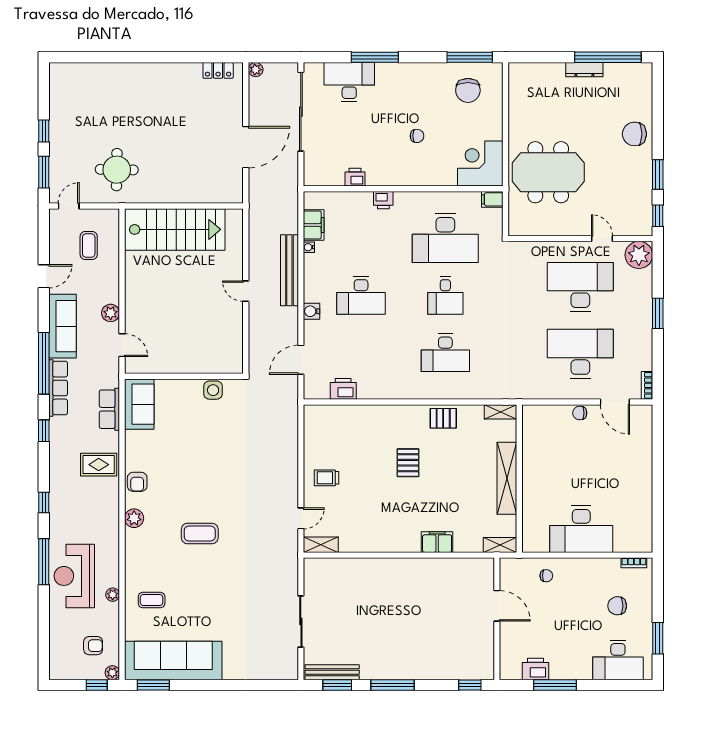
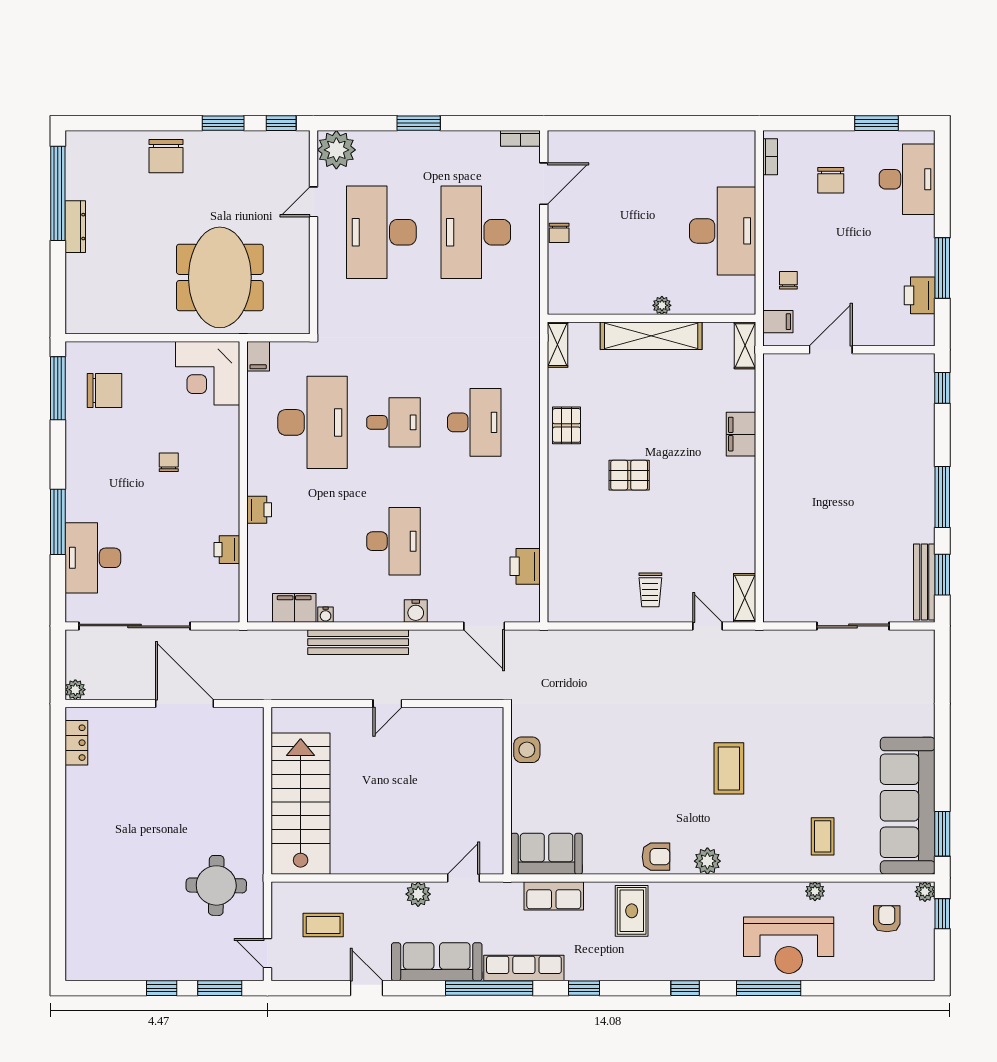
plant: (528, 486) -> (662, 305), added
filing cabinet: (517, 568) -> (778, 322), added

